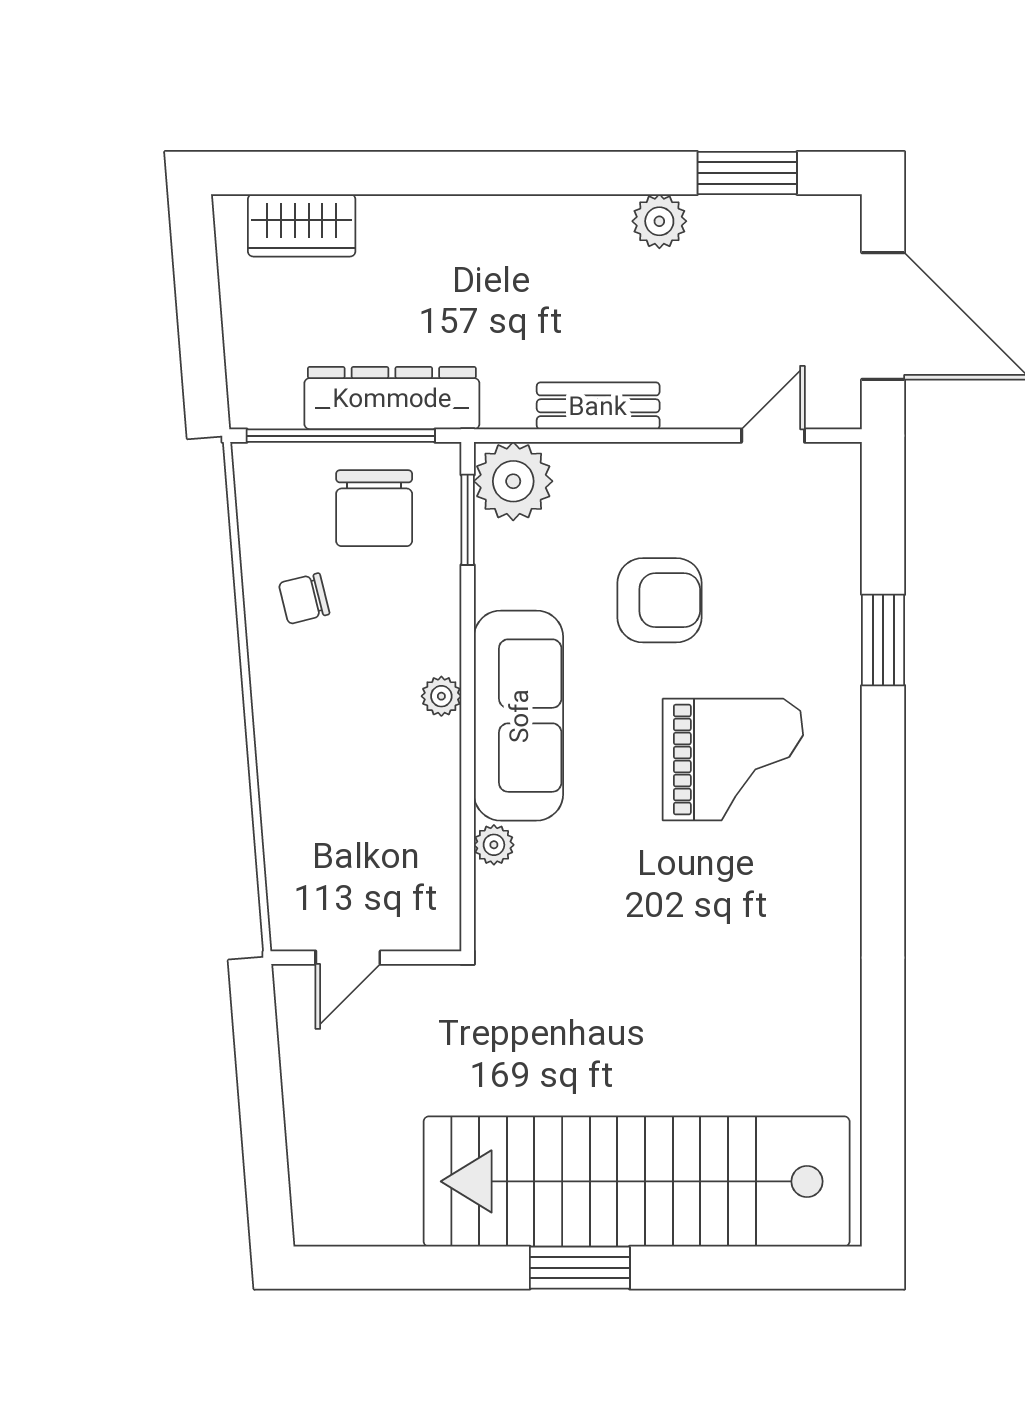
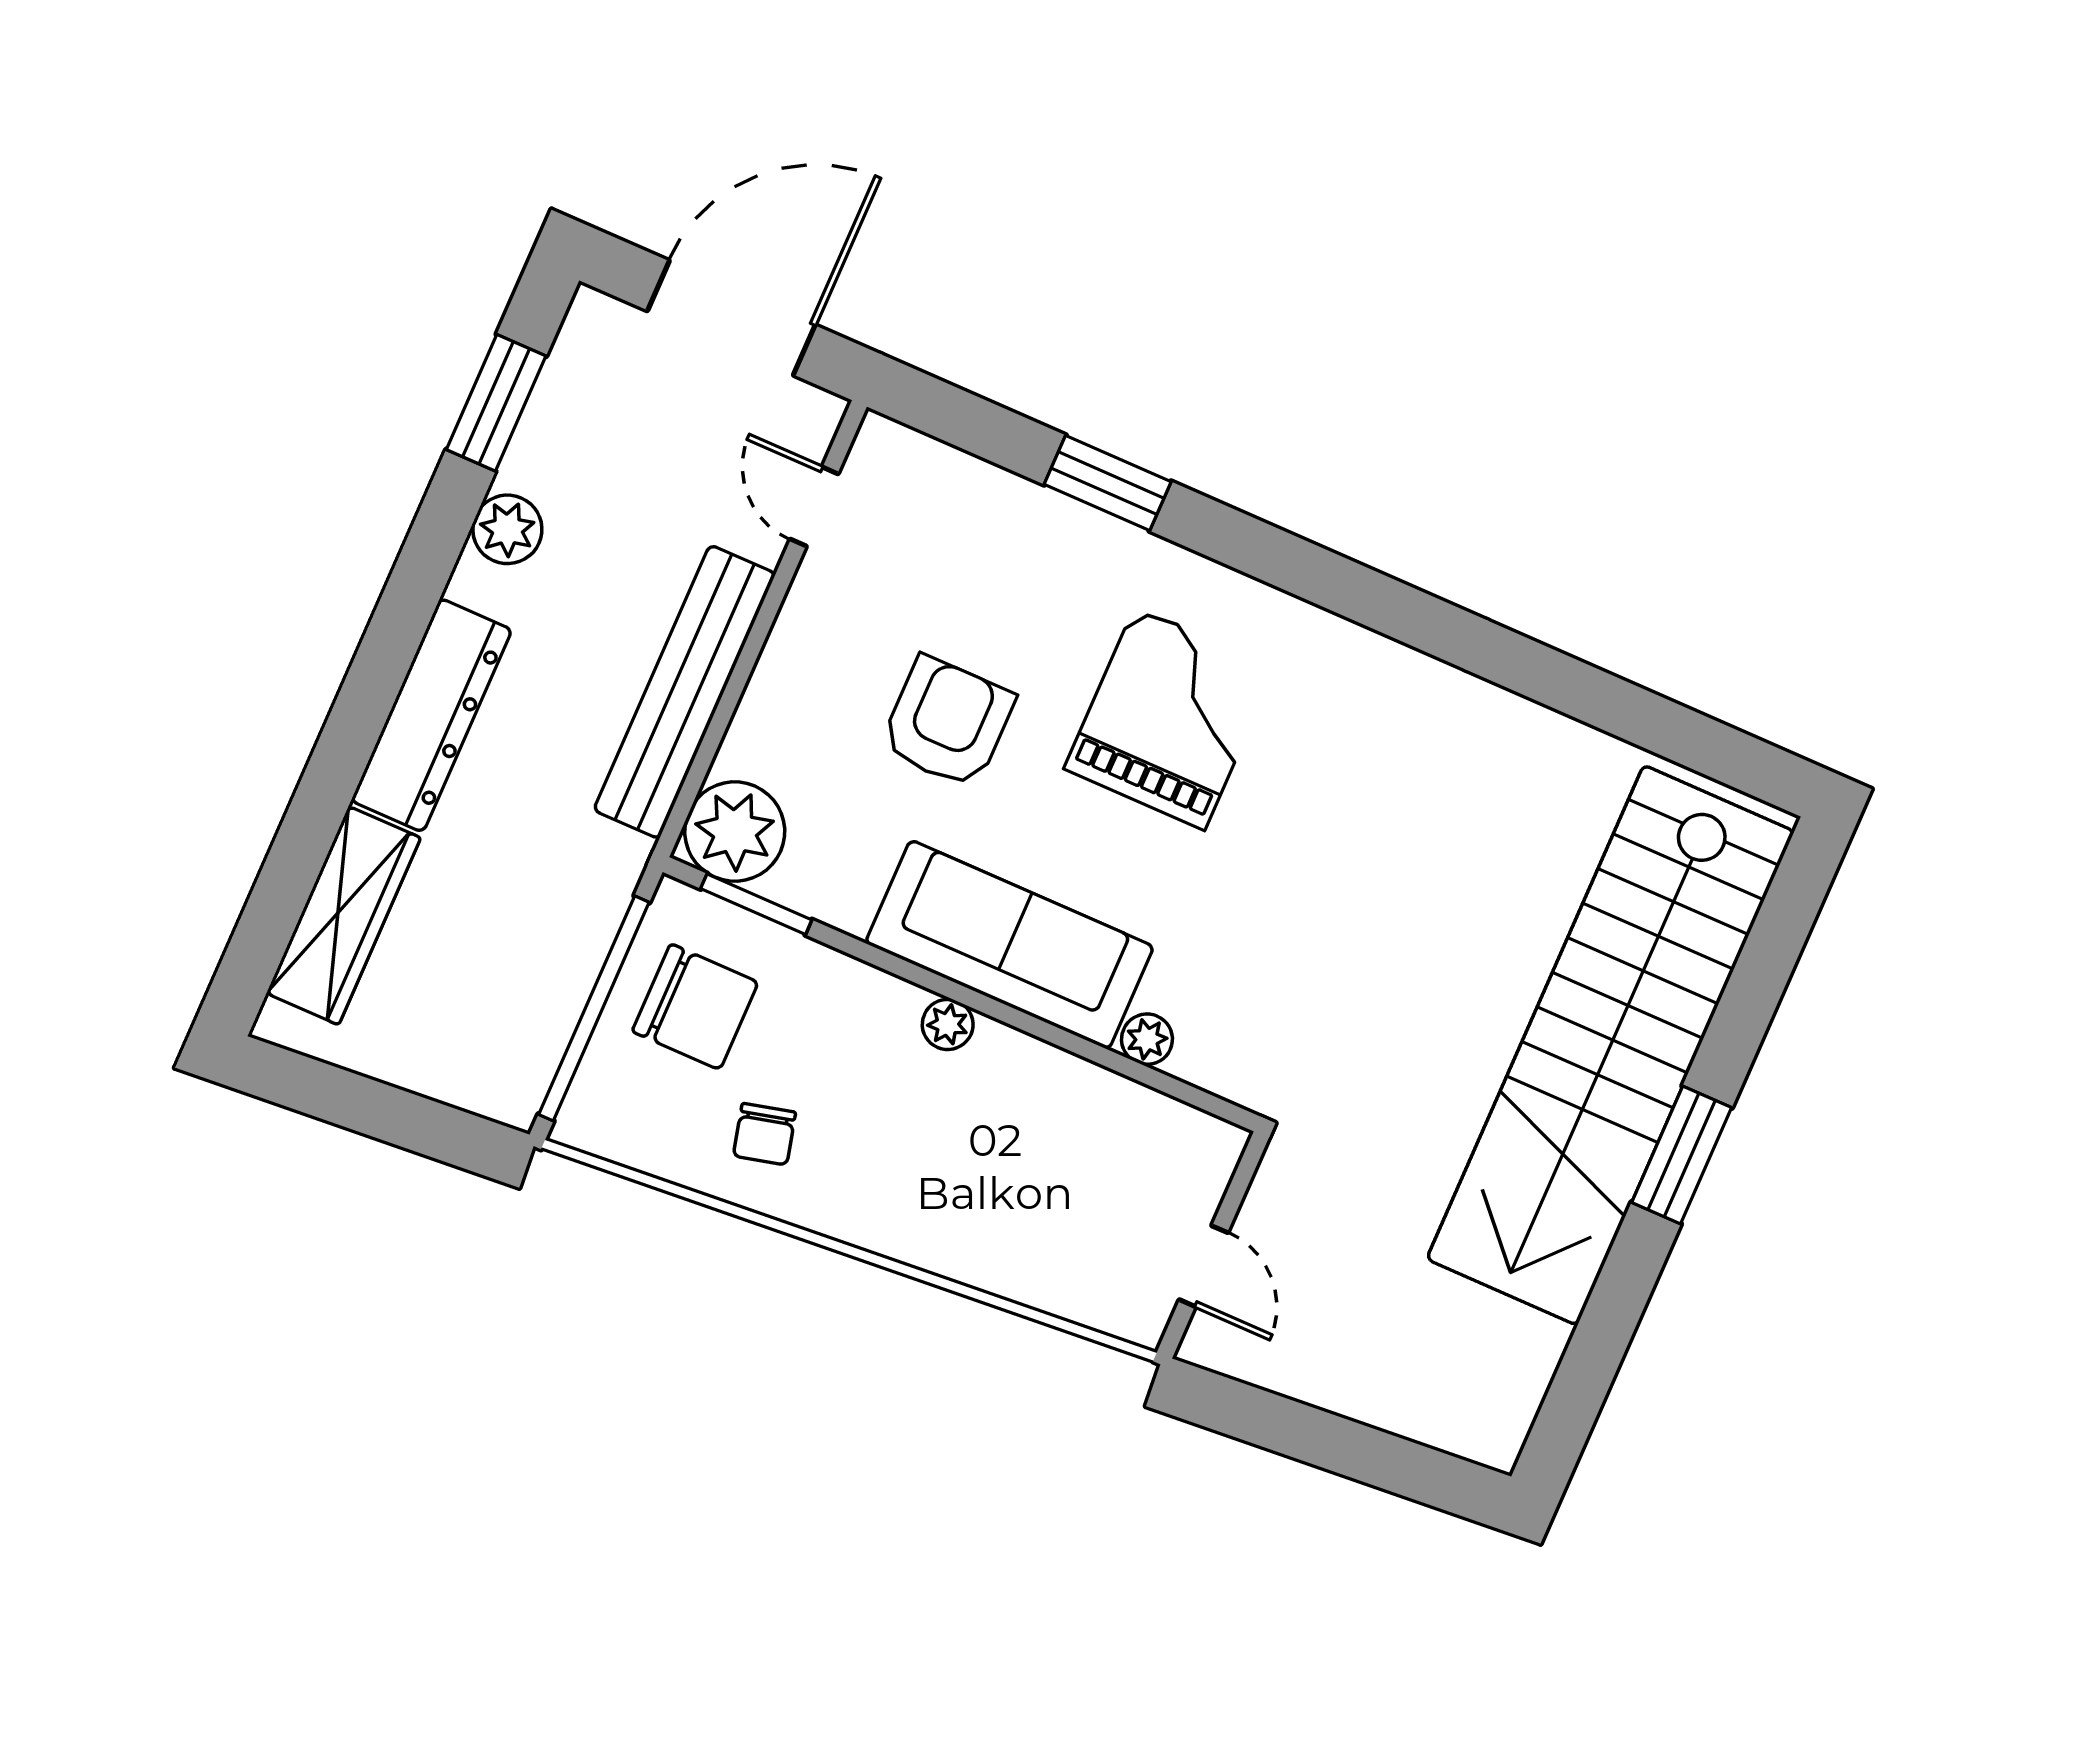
wardrobe: (302, 225) -> (344, 915), width x1.50
dresser: (392, 398) -> (431, 715), moved, turned 180
bench: (598, 406) -> (685, 692), width x1.86, depth x1.21

